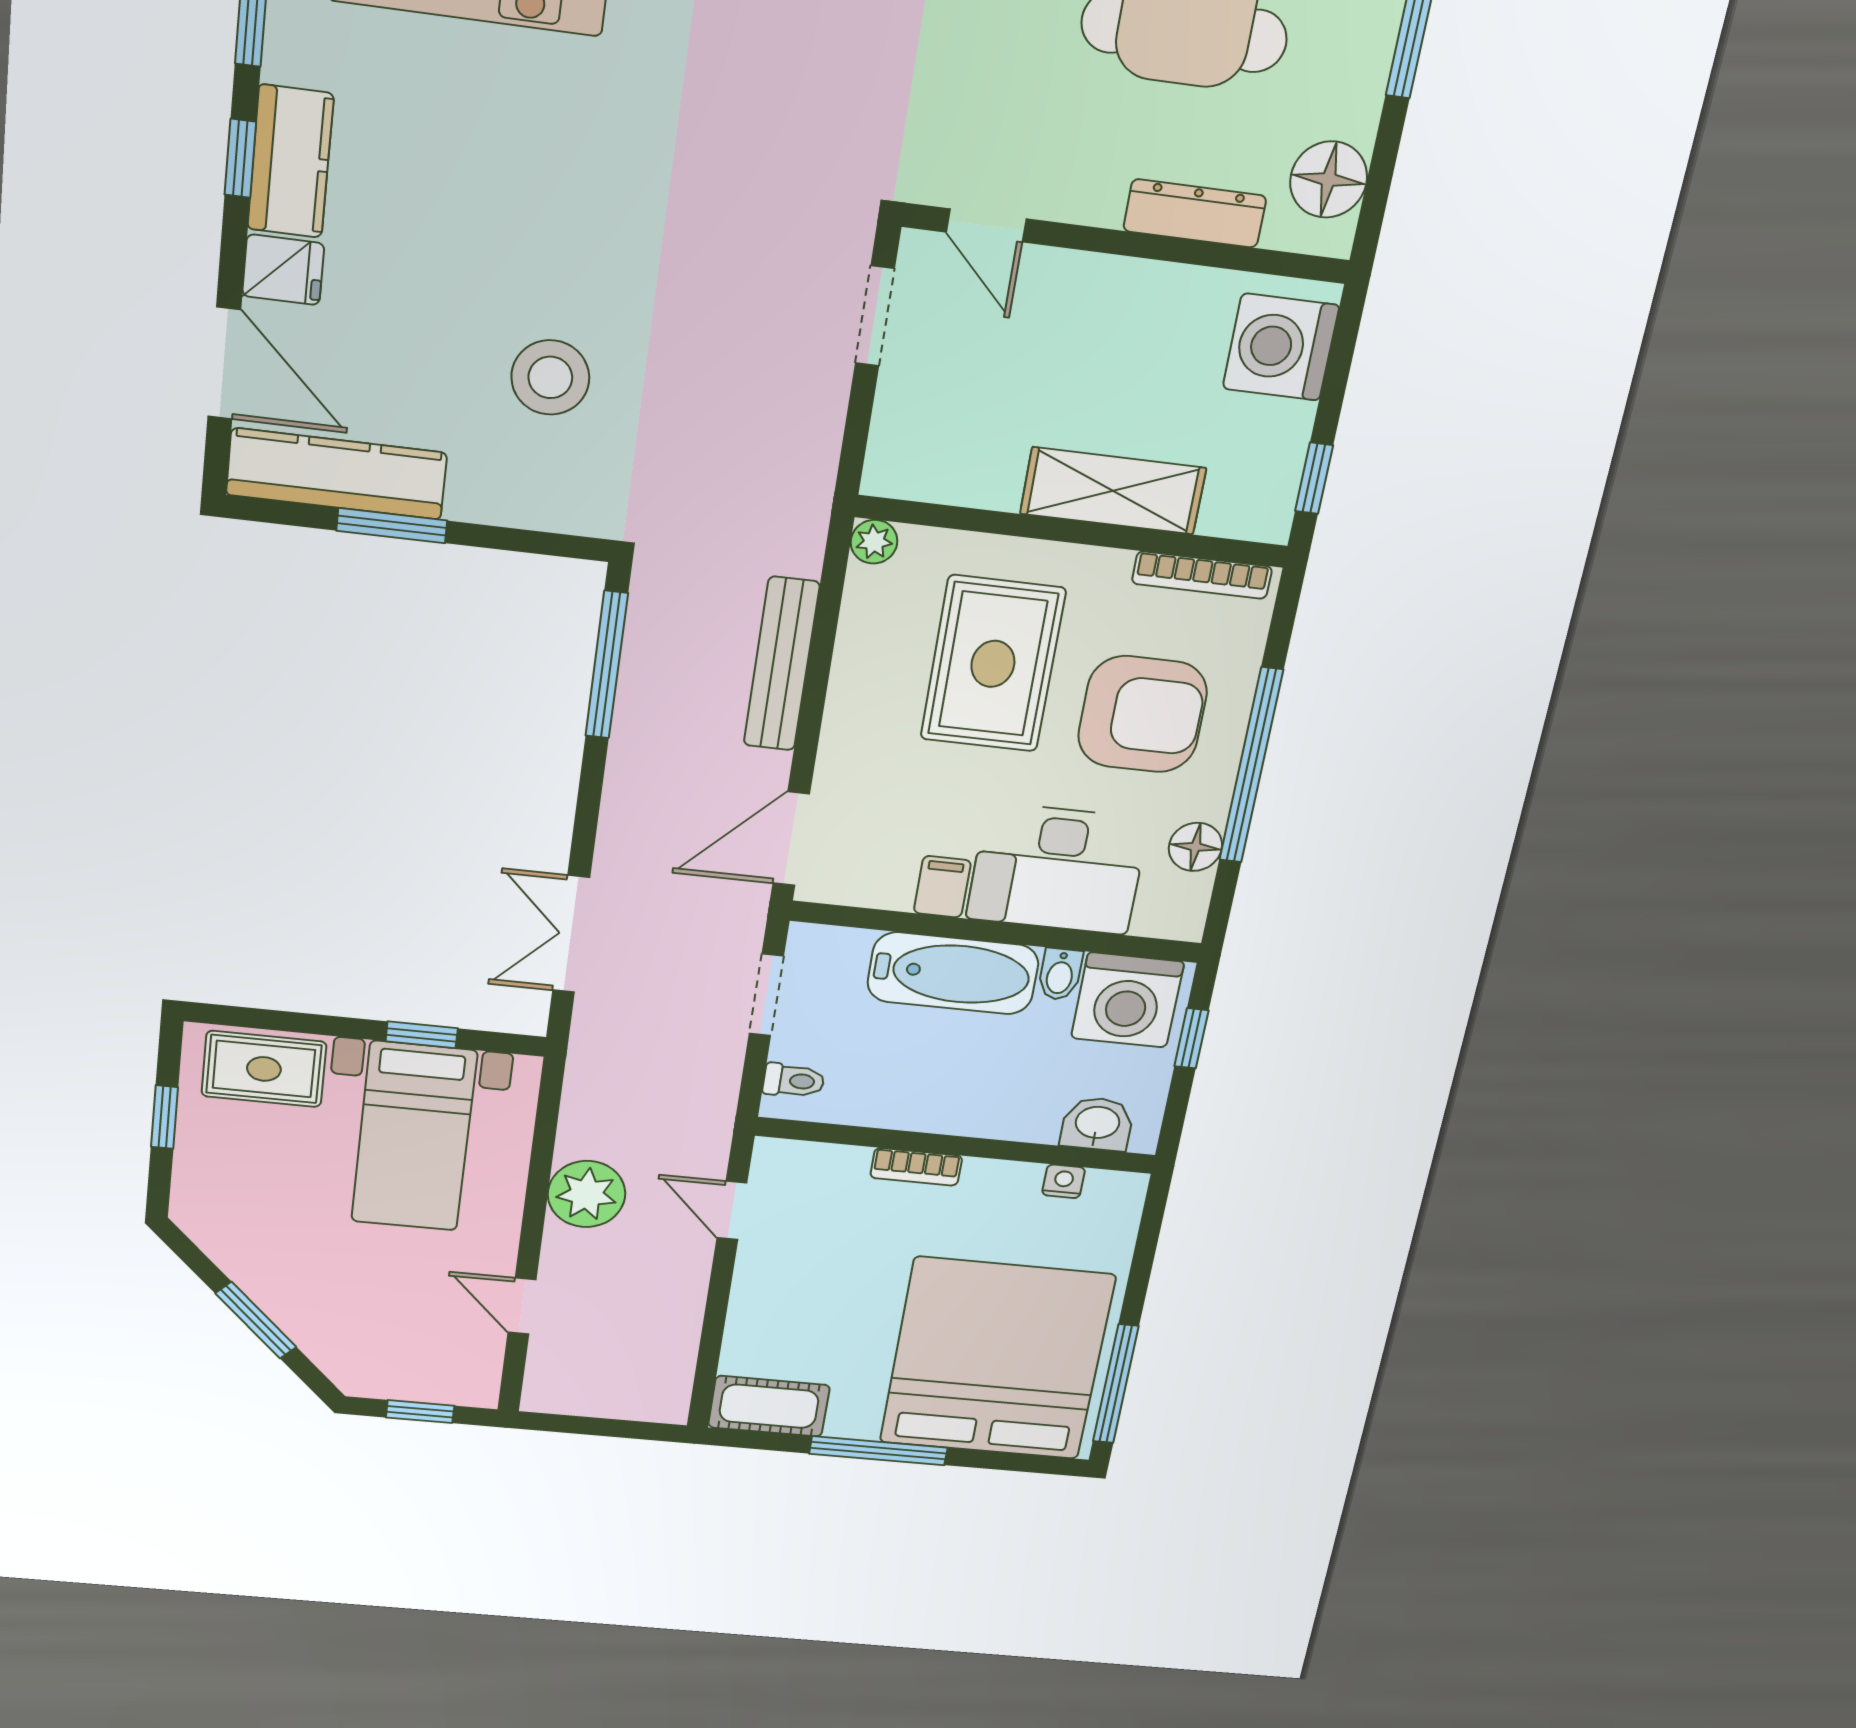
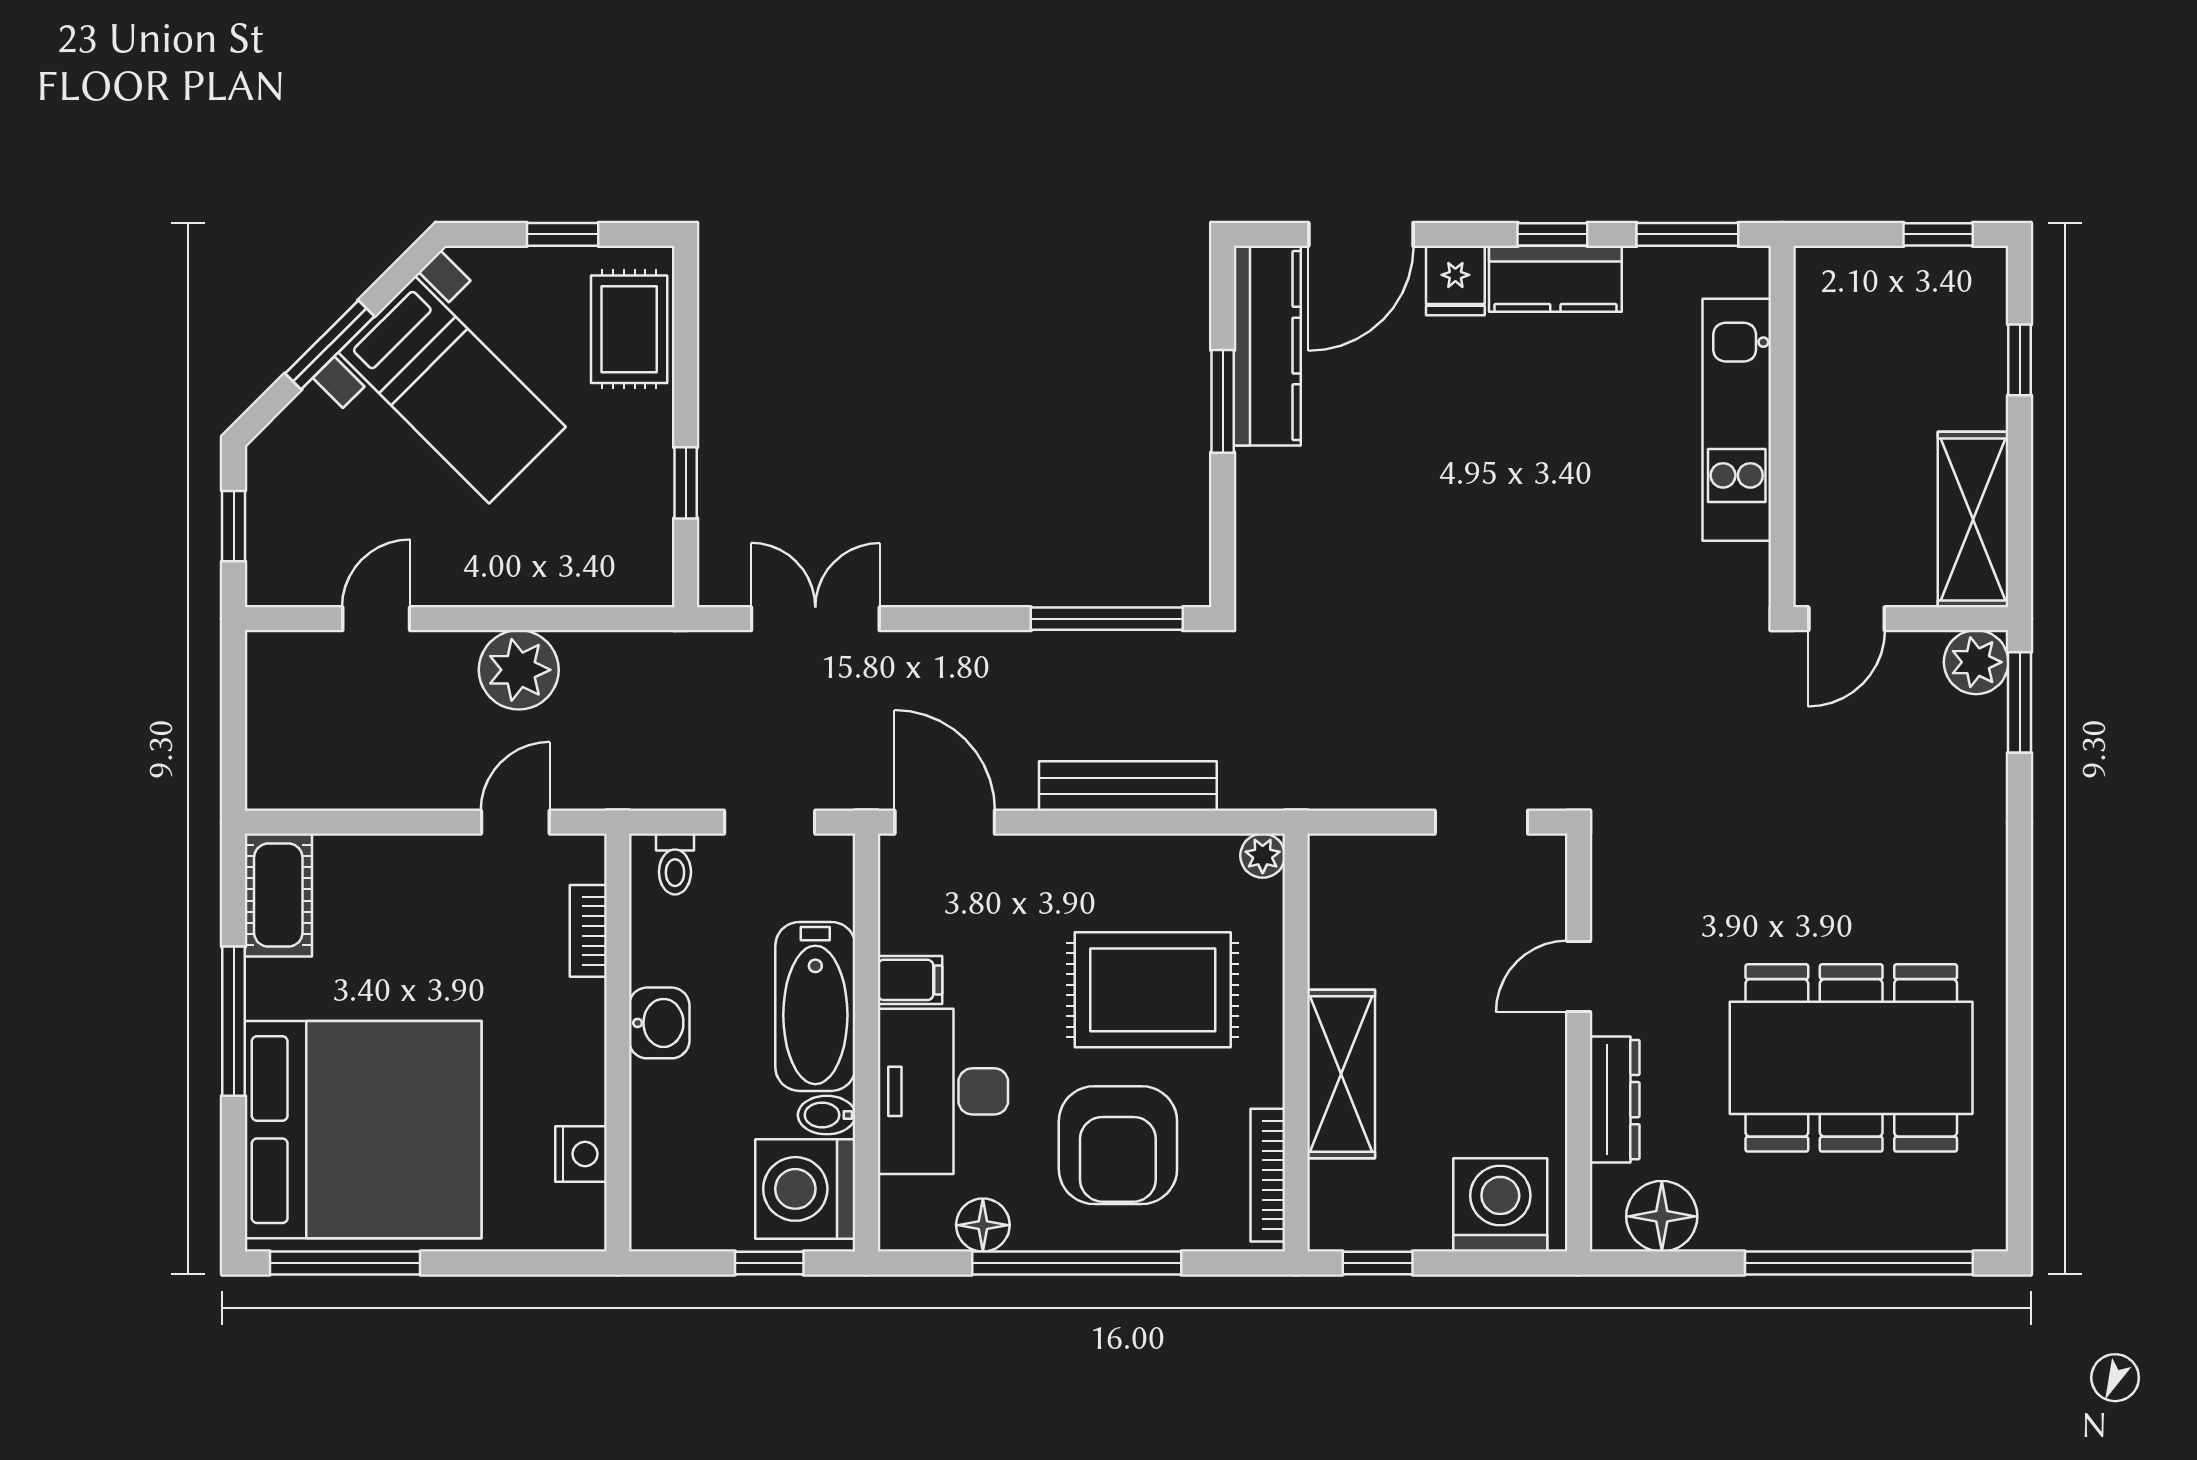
door: (986, 226) -> (1579, 977), moved
stool: (550, 377) -> (1385, 532), removed
washbasin: (1097, 1124) -> (659, 1023), moved
bed with nightstands: (414, 1136) -> (452, 390), moved, turned -135
bookcase: (916, 1167) -> (588, 931), moved
nightstand: (1064, 1181) -> (581, 1154), width x1.39, depth x1.35

